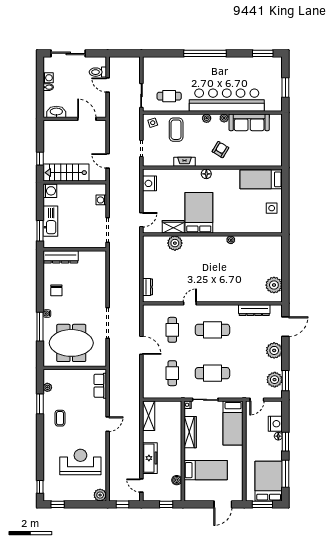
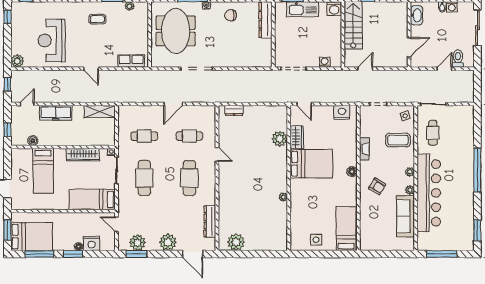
window: (285, 87) -> (442, 254), width x1.44
reception desk: (80, 462) -> (52, 40), turned 180

